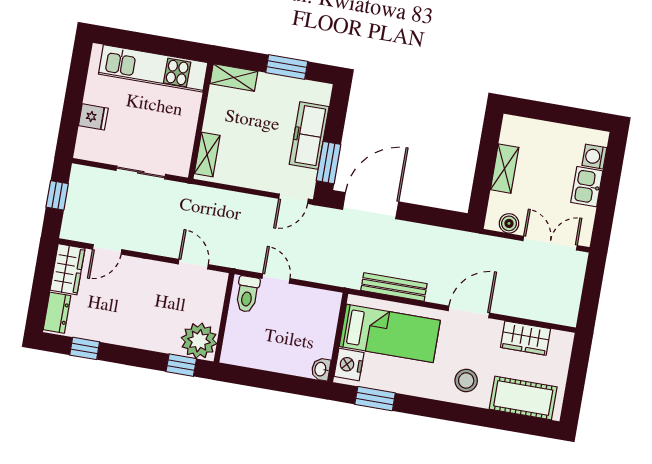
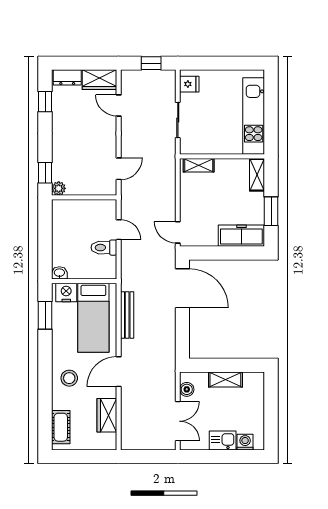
fridge: (93, 117) -> (189, 84), moved, turned -90
freezer: (309, 135) -> (241, 236), moved
window: (329, 163) -> (208, 253), removed
door: (276, 279) -> (119, 230), hinge flipped
toilet: (247, 294) -> (104, 248), moved
door: (469, 312) -> (119, 372), swing flipped
plant: (199, 341) -> (59, 188), width x0.53, depth x0.53
cot: (523, 398) -> (61, 427), width x0.73, depth x0.75

